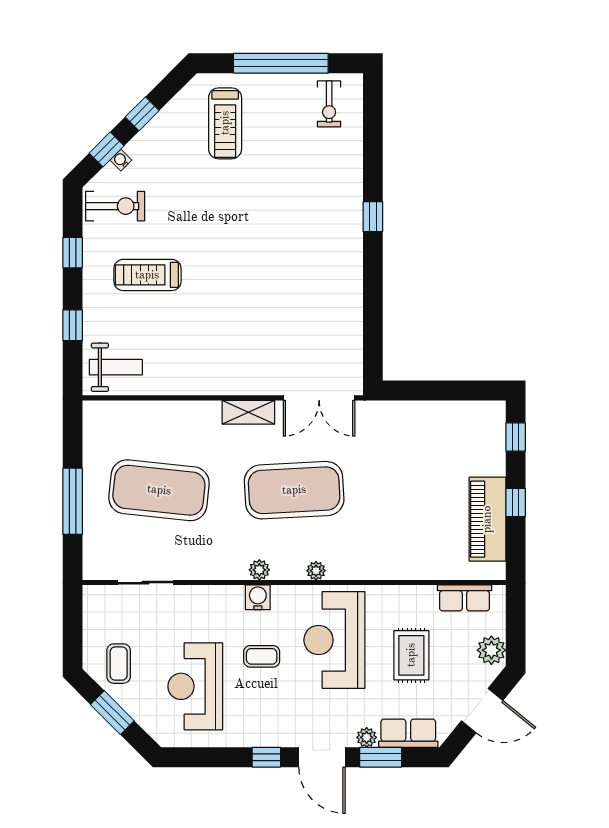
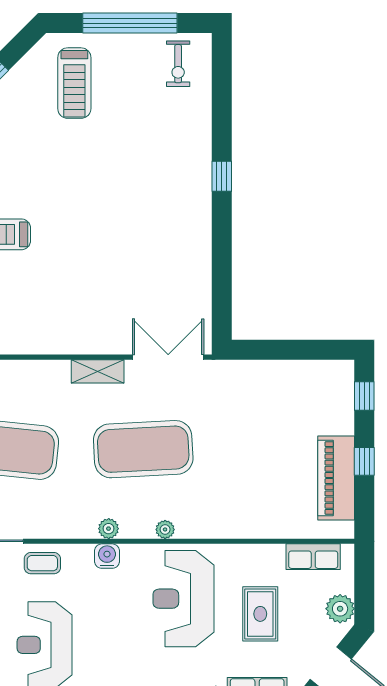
double door: (319, 398) -> (168, 357), swing flipped
coffee table: (262, 656) -> (42, 563), moved

